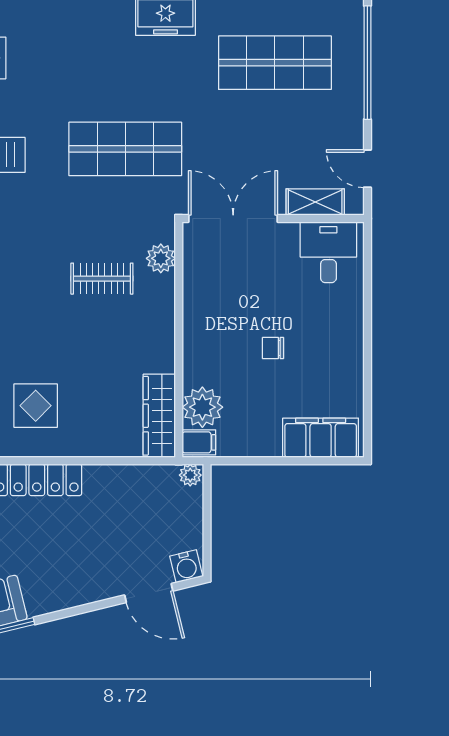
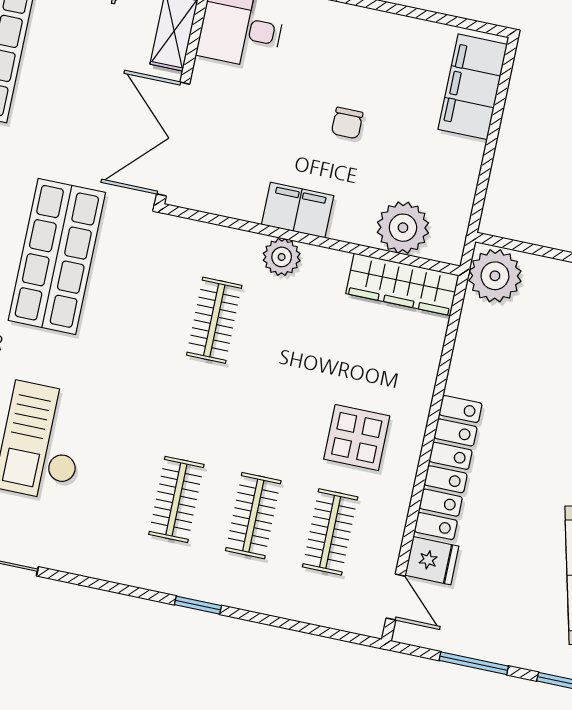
plant: (161, 258) -> (282, 257), moved
filing cabinet: (199, 442) -> (298, 210), moved, width x2.00
plant: (190, 475) -> (495, 276), width x1.87, depth x1.87

